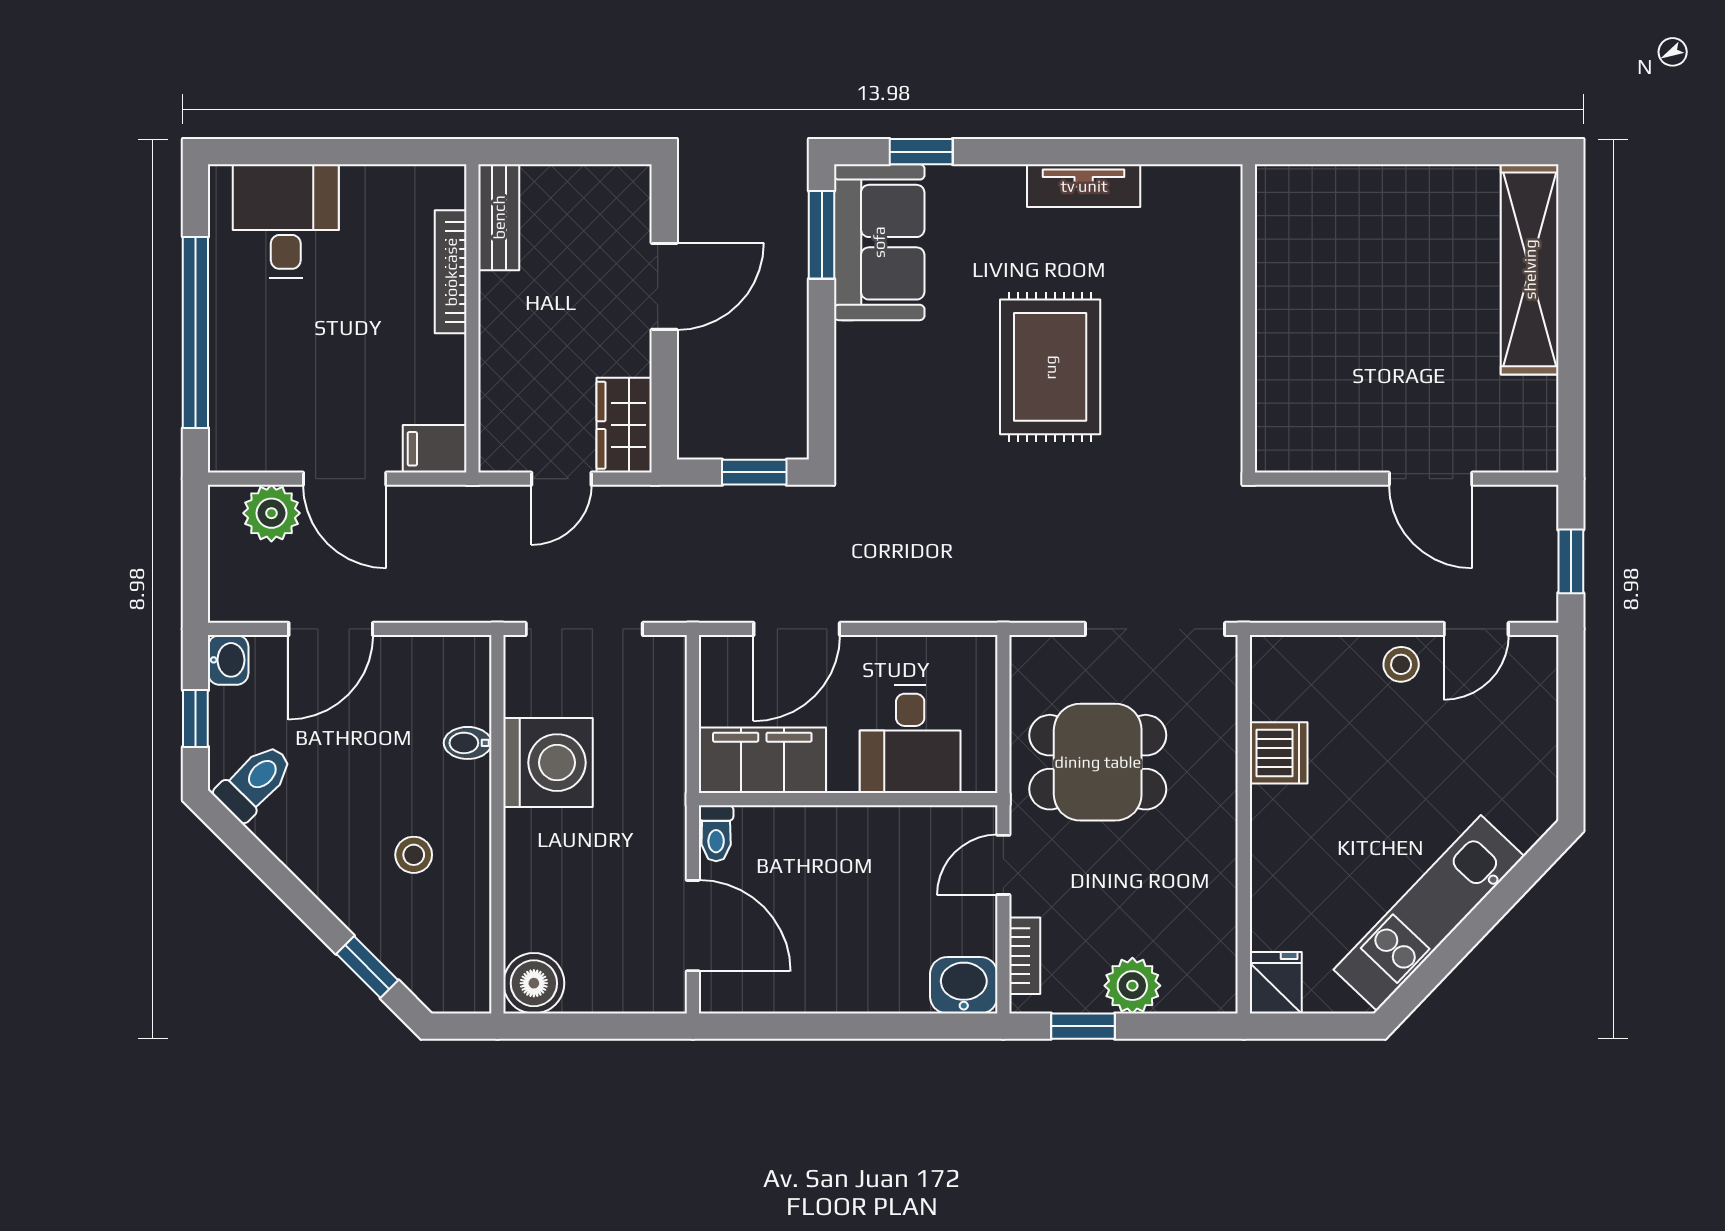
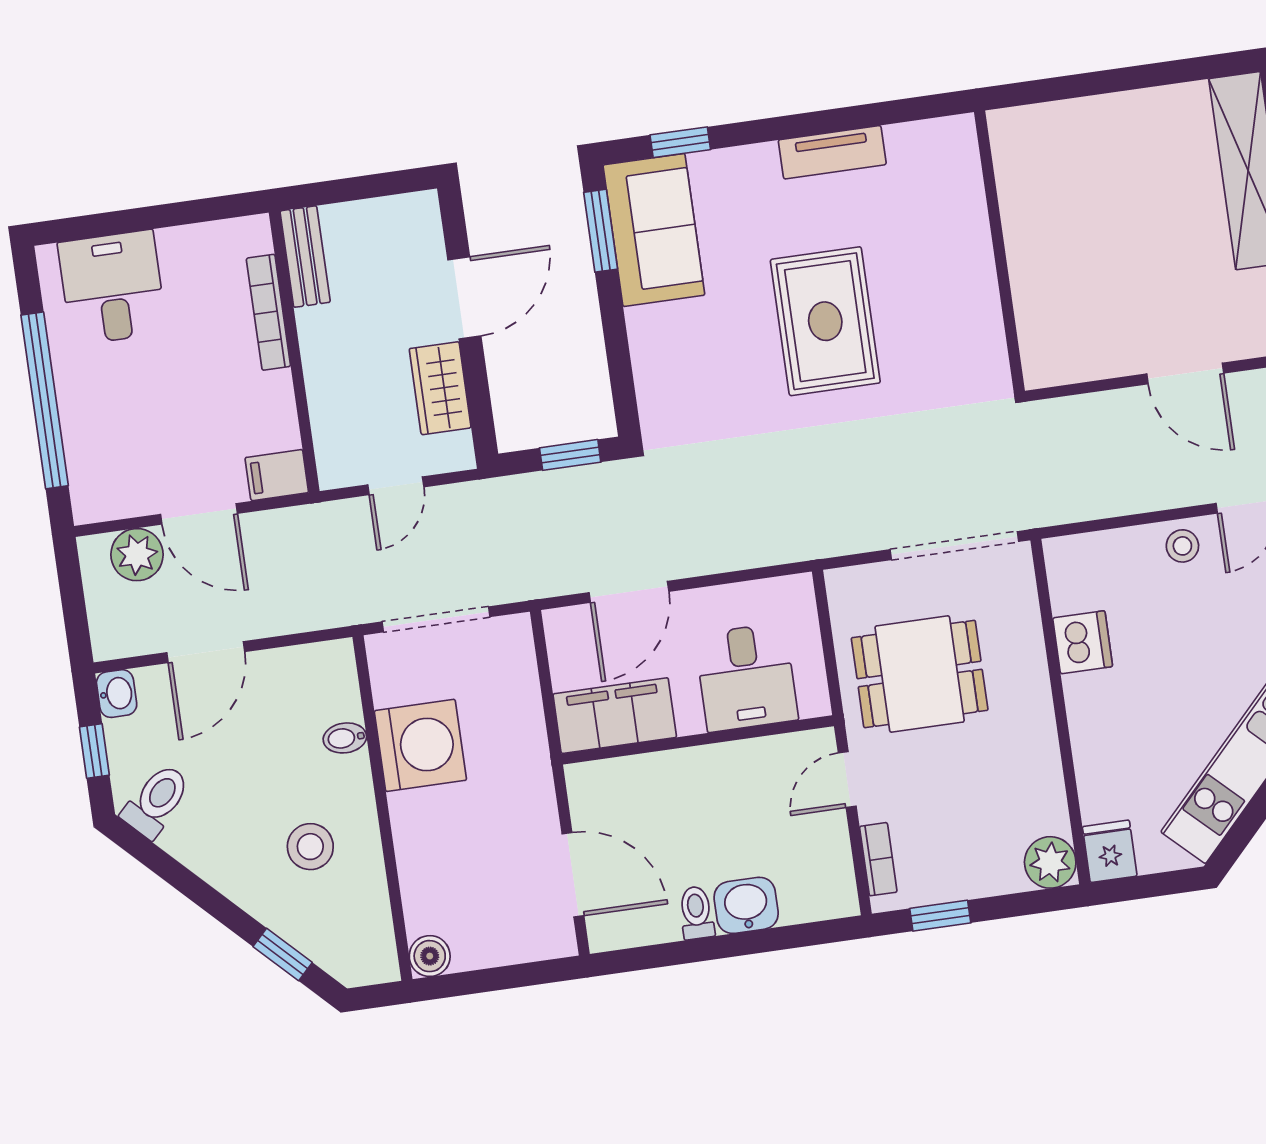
wardrobe: (624, 425) -> (440, 388), moved
toilet: (716, 833) -> (696, 913), moved, turned 180
stool: (414, 855) -> (310, 847), width x1.37, depth x1.37
boiler: (534, 983) -> (430, 956), width x0.73, depth x0.73
washbasin: (964, 985) -> (746, 905), moved
plant: (1132, 986) -> (1050, 862), moved

